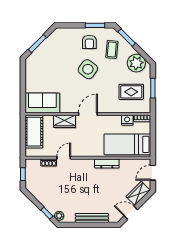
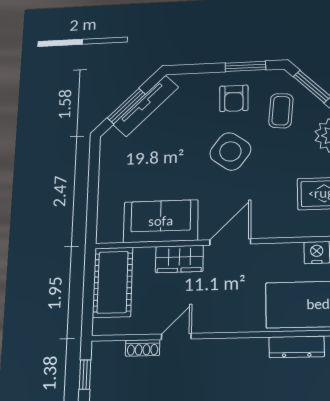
tv unit: (47, 44) -> (146, 106), added
sofa: (42, 103) -> (161, 221), moved
dresser: (107, 164) -> (297, 347), moved

